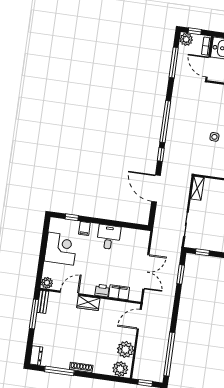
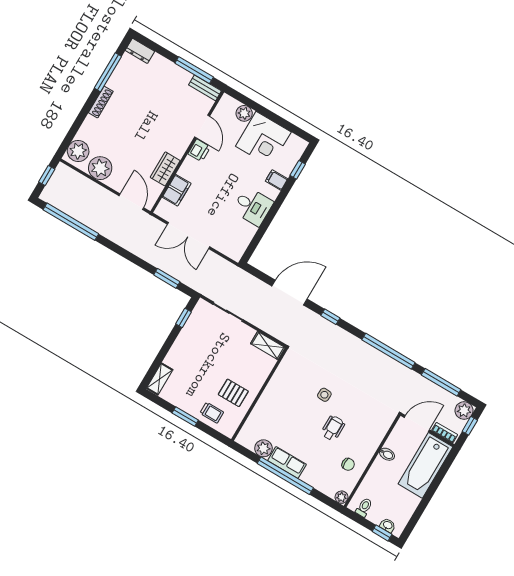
window: (165, 122) -> (388, 351), moved
plant: (47, 283) -> (244, 113), moved
printer: (102, 290) -> (199, 150), moved
wardrobe: (88, 303) -> (165, 169), moved

